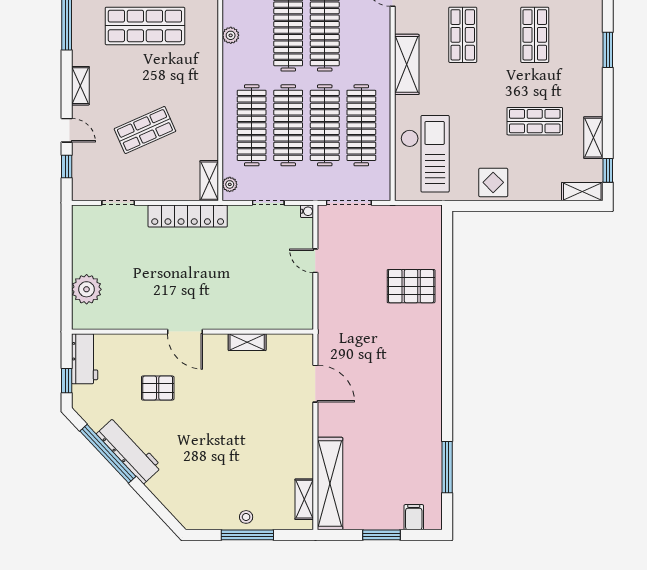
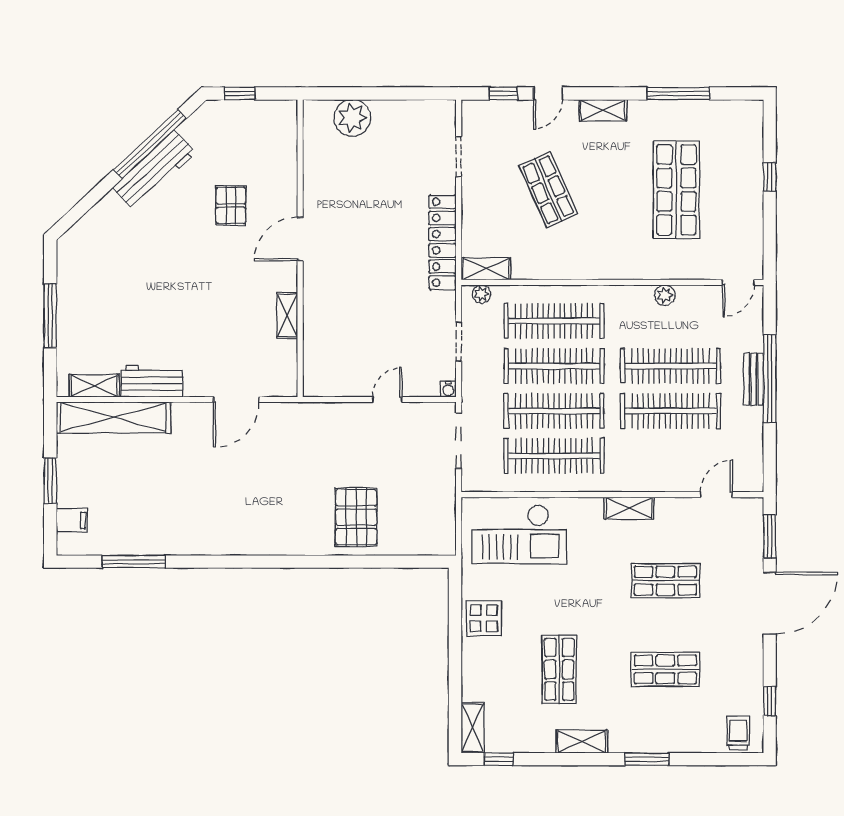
shelving: (407, 64) -> (629, 508), width x0.67, depth x0.75
shelving: (593, 138) -> (582, 741), moved
workbench: (85, 359) -> (152, 381), moved, turned 180
stool: (246, 517) -> (72, 314), removed

